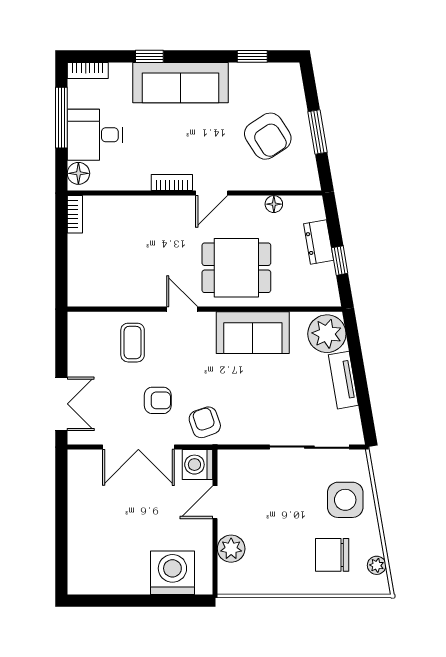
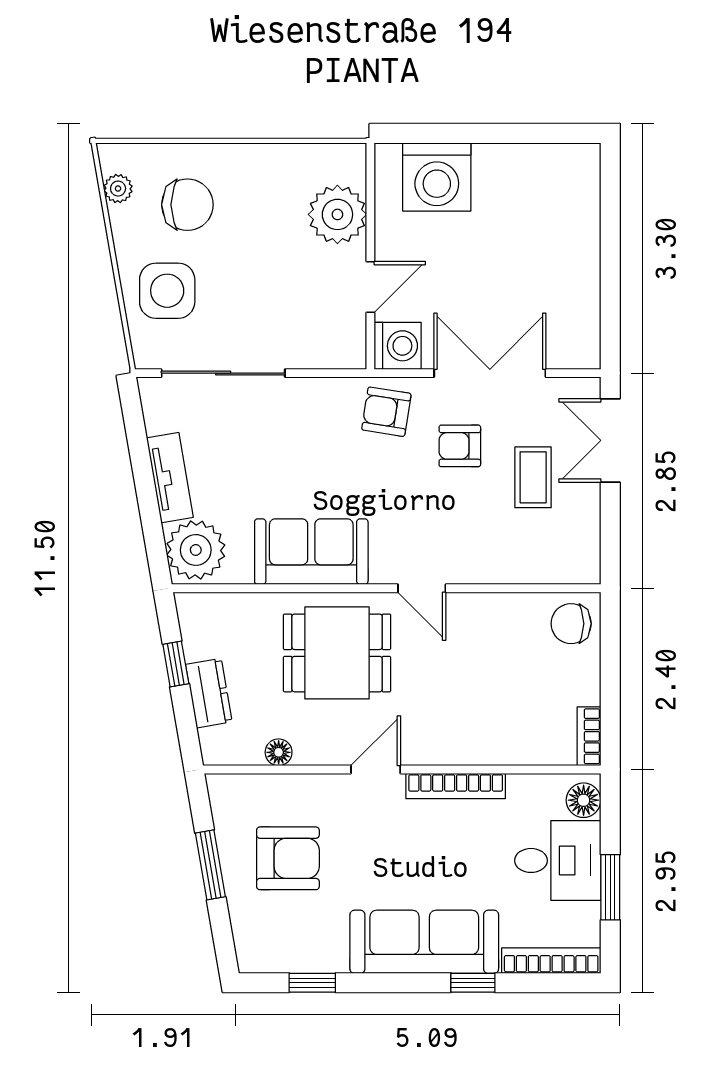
bookcase: (88, 71) -> (551, 961), width x1.56
window: (61, 118) -> (610, 887), width x0.69
armchair: (268, 136) -> (288, 858), turned 123
bookcase: (172, 182) -> (456, 786), width x1.56
chair: (86, 287) -> (571, 624), added
coffee table: (133, 343) -> (533, 477), moved
armchair: (205, 422) -> (386, 412), turned 118
plant: (231, 549) -> (337, 214), width x1.36, depth x1.36

